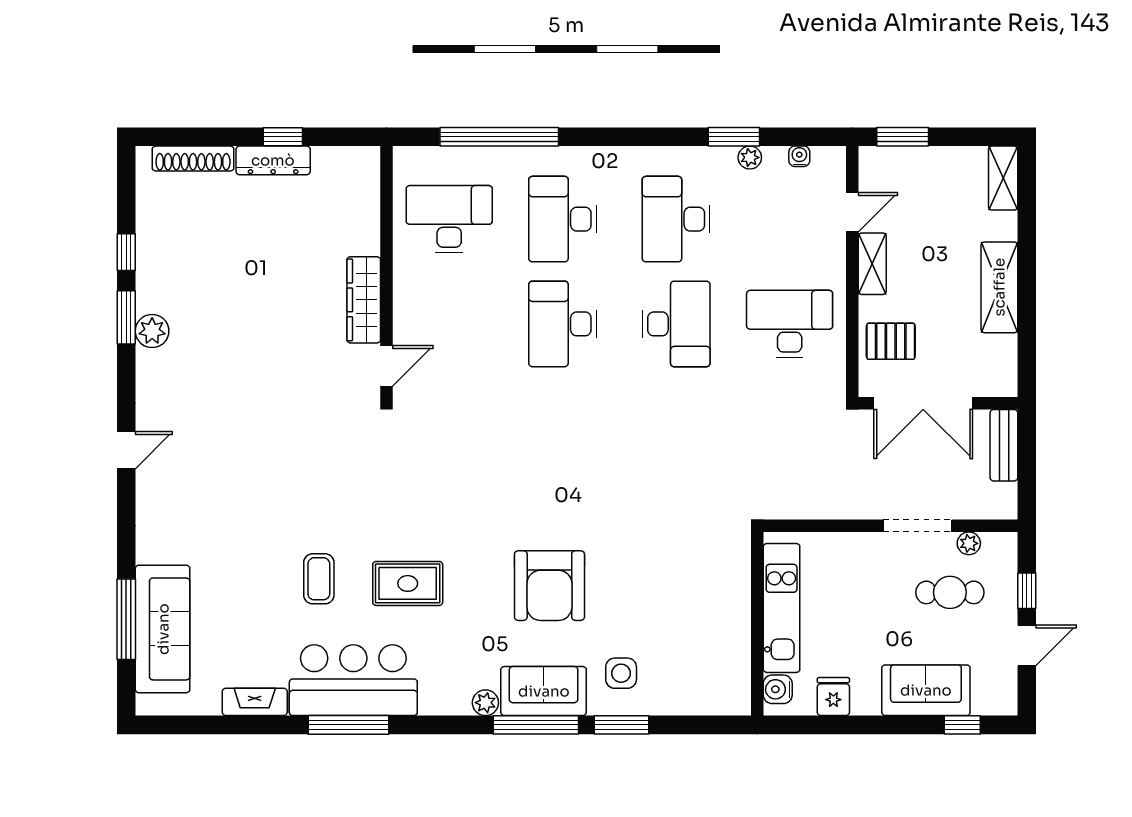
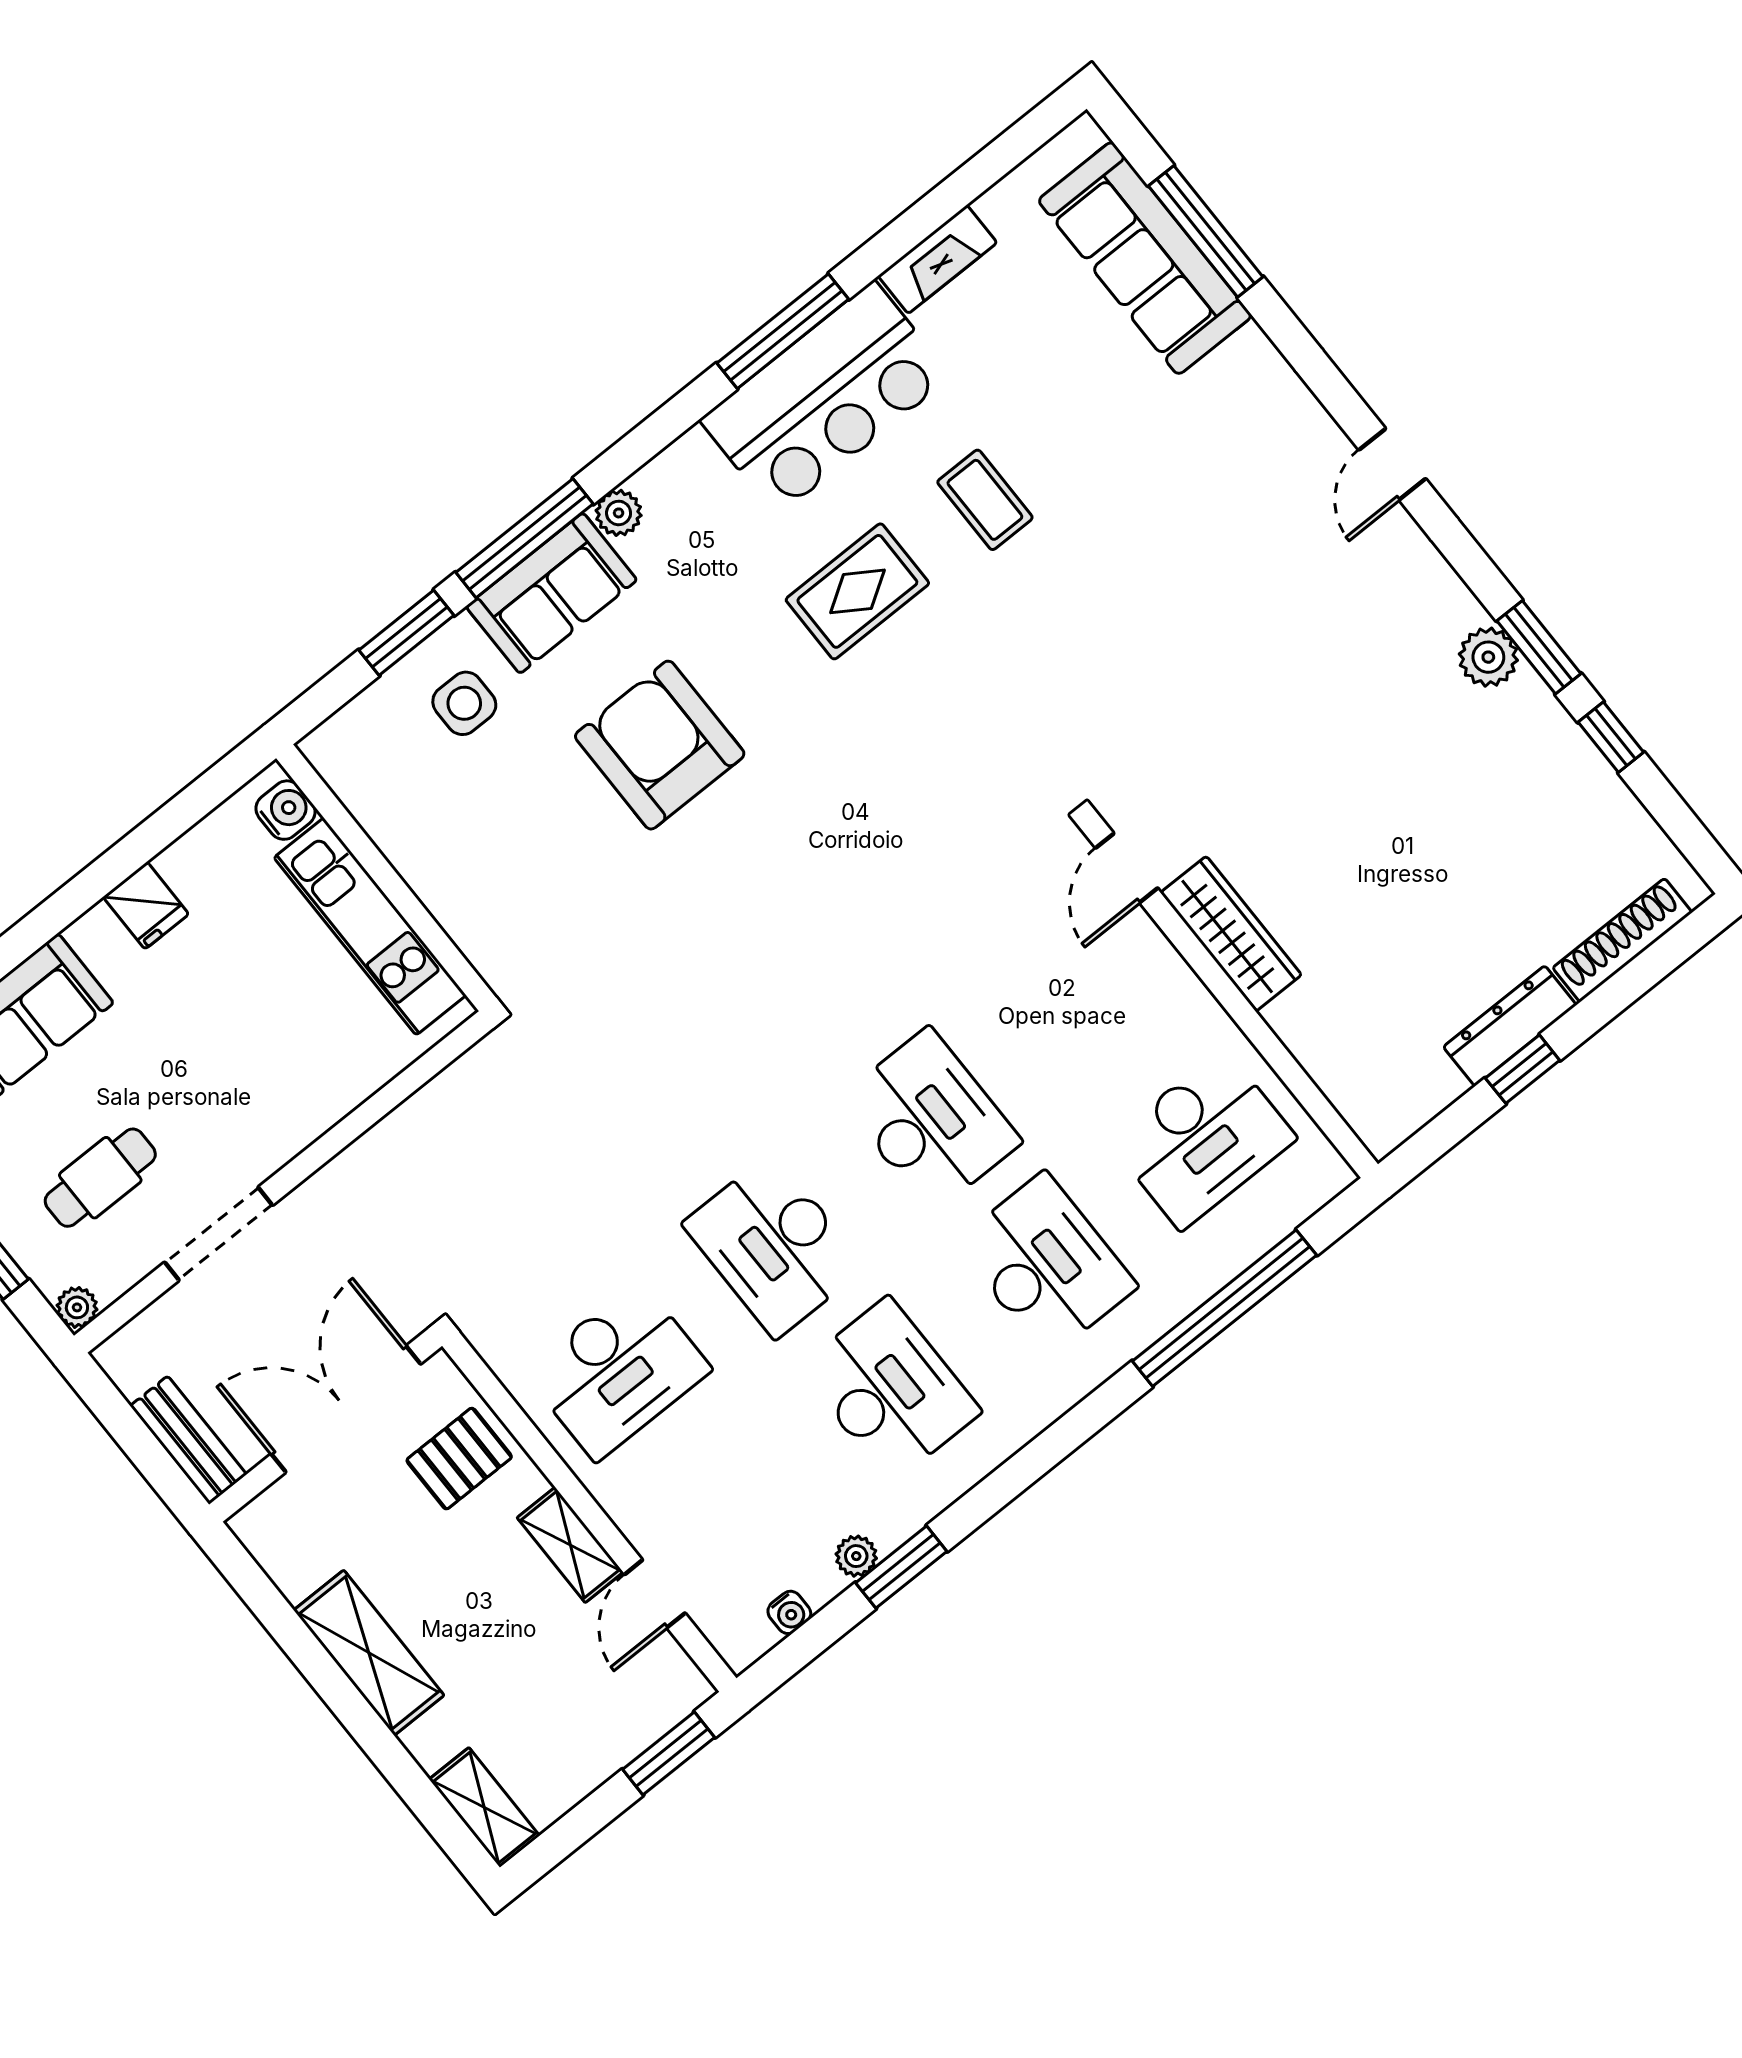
plant: (969, 543) -> (77, 1307), moved
kitchen unit: (782, 608) -> (370, 926), moved
wall: (757, 624) -> (386, 878), moved
water cooler: (778, 689) -> (286, 810), moved

